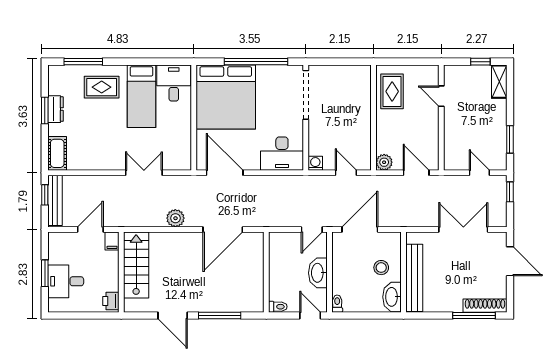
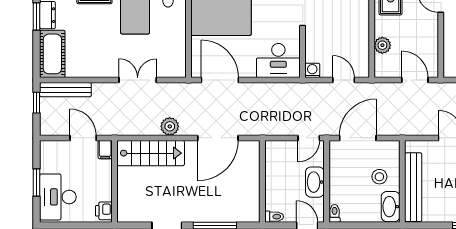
cot: (57, 153) -> (52, 54), width x1.37, depth x1.34
plant: (384, 162) -> (382, 45), moved
bench: (55, 200) -> (65, 90), moved, turned 90
door: (90, 230) -> (83, 138), hinge flipped
stairs: (136, 265) -> (151, 153), moved, turned 90
desk: (66, 281) -> (58, 197), width x1.37

